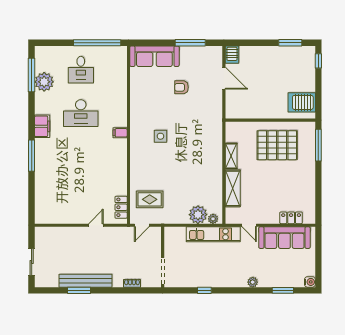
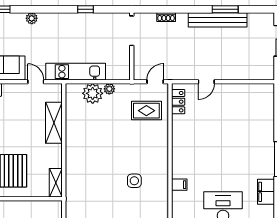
shelving: (231, 156) -> (56, 183), moved
plant: (213, 219) -> (109, 89), moved

